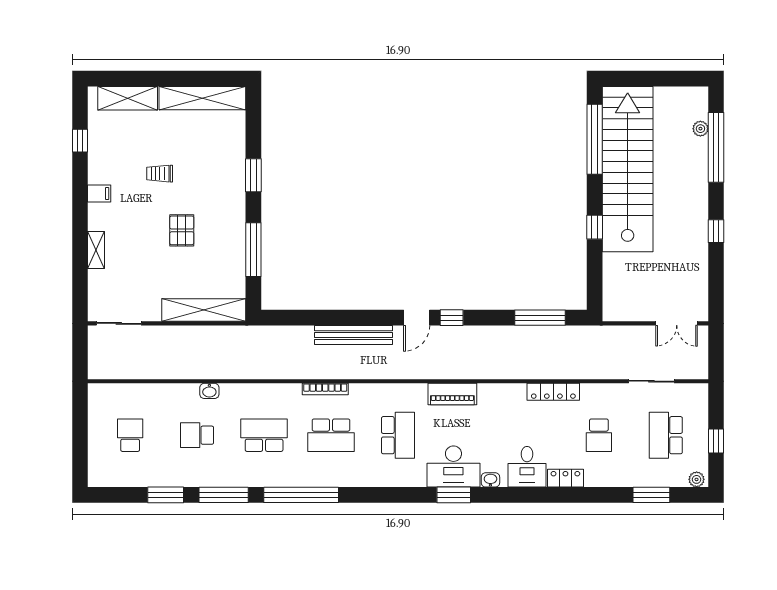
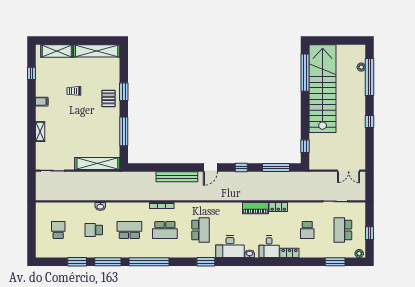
window: (595, 227) -> (305, 146), moved
pallet: (182, 230) -> (108, 98), moved
window: (452, 318) -> (241, 168), moved
locker: (553, 392) -> (278, 207), width x0.66
piano: (452, 394) -> (255, 208), moved
window: (454, 495) -> (206, 262), moved

